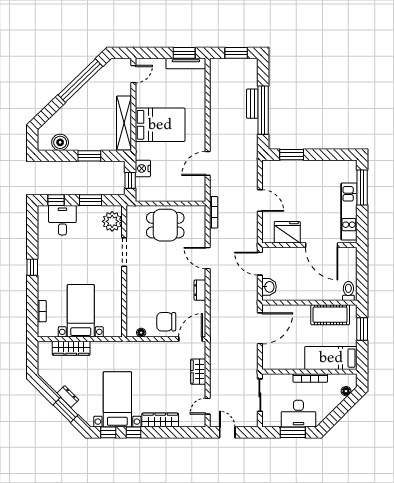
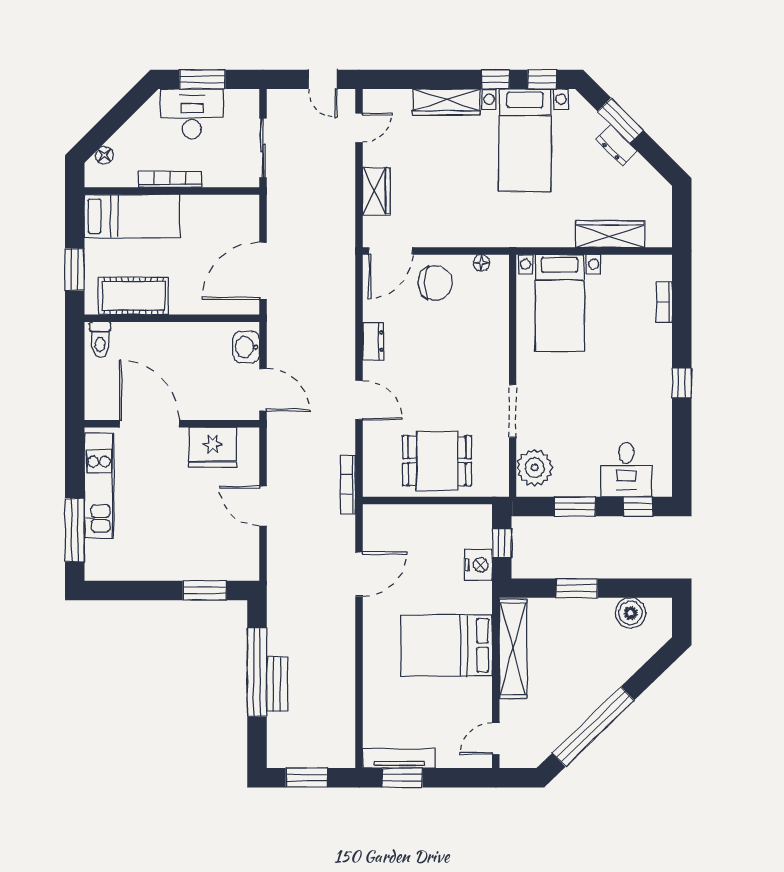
bed with nightstands: (81, 311) -> (560, 303), moved

